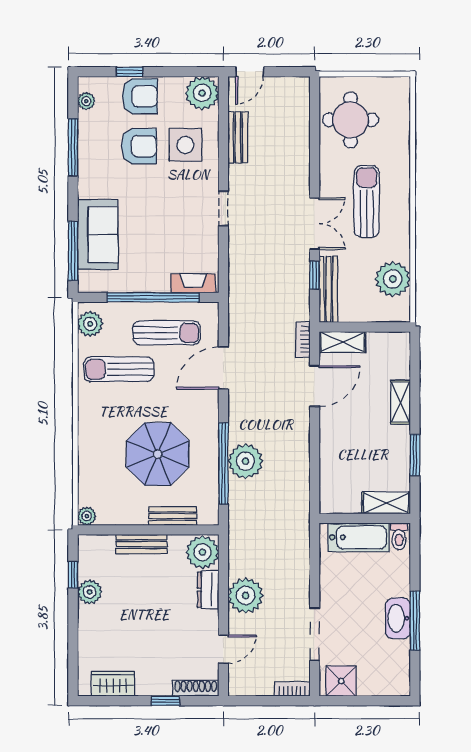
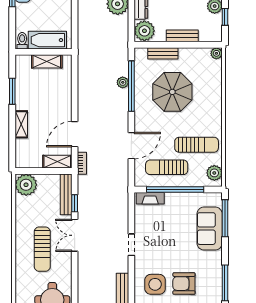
plant: (393, 279) -> (26, 185), moved
plant: (245, 461) -> (123, 82), width x0.53, depth x0.53
shelving: (386, 503) -> (47, 61), moved

